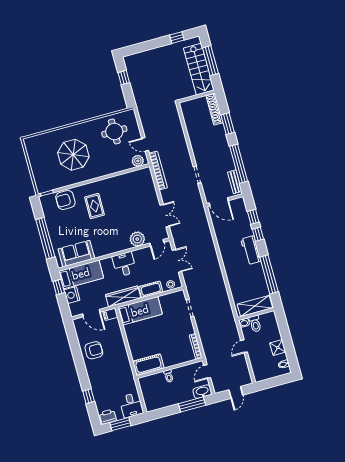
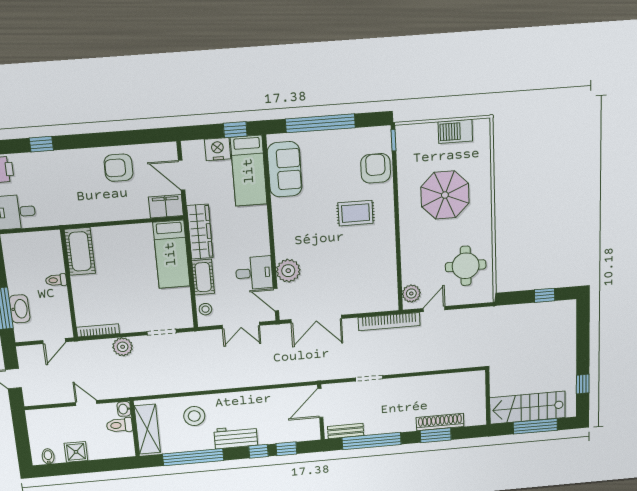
shoe rack: (215, 109) -> (440, 422), moved
barbecue: (35, 158) -> (455, 131), added
double door: (165, 216) -> (316, 319), width x1.37
desk: (124, 264) -> (254, 273), moved
stool: (241, 279) -> (194, 416), added
door: (91, 313) -> (182, 175), hinge flipped
filing cabinet: (110, 314) -> (166, 206), width x2.00
plant: (204, 330) -> (123, 347), added
armchair: (94, 350) -> (119, 168), turned 90
door: (207, 372) -> (54, 341), swing flipped
washbasin: (202, 392) -> (20, 309), moved

